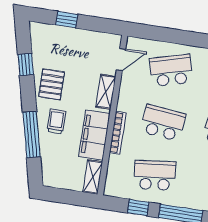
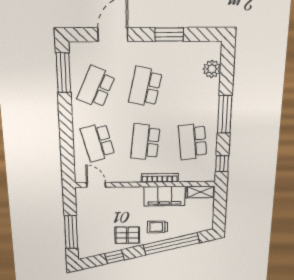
window: (67, 20) -> (71, 232), width x2.17
shelving: (106, 92) -> (126, 193), removed
window: (32, 135) -> (171, 244), width x1.46
window: (138, 208) -> (222, 164), moved

